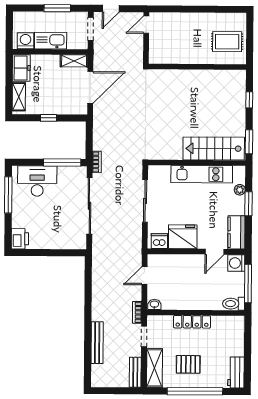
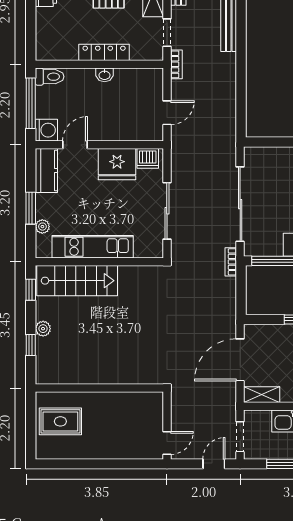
plant: (240, 112) -> (43, 329), added
window: (249, 142) -> (31, 290), width x0.67
washbasin: (154, 304) -> (105, 75), moved

